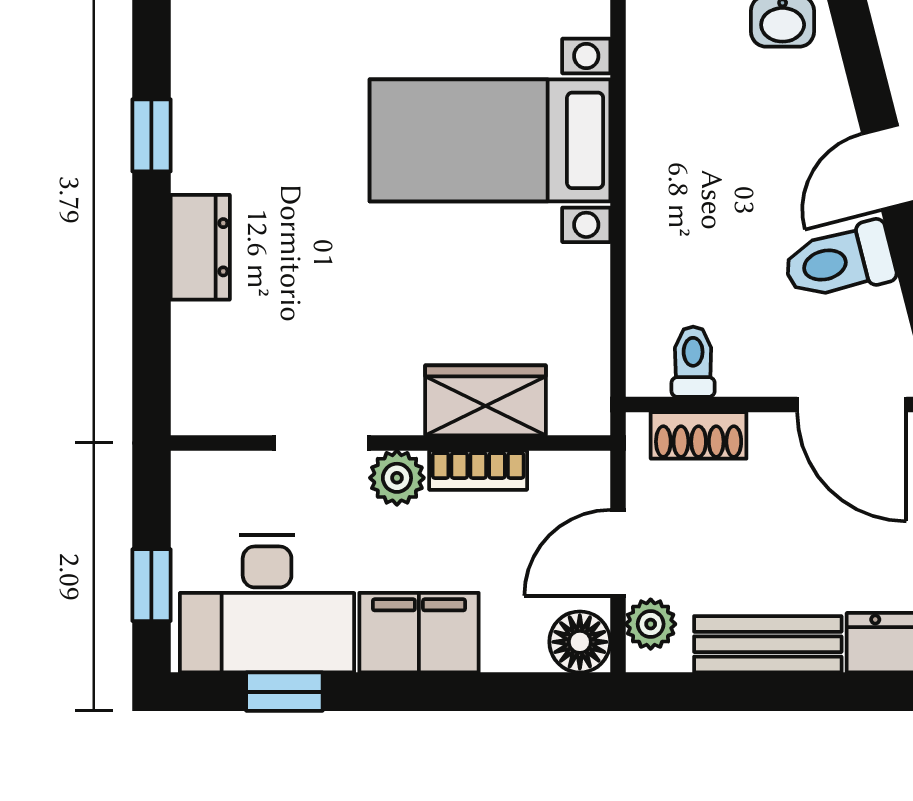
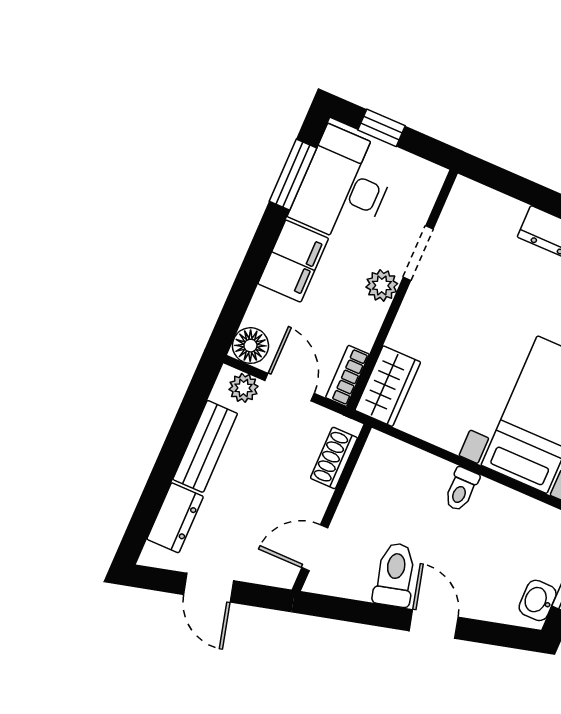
toilet: (693, 362) -> (461, 489), moved, turned 90
wardrobe: (486, 400) -> (388, 386), moved
door: (852, 405) -> (315, 548), width x0.73
bookcase: (478, 470) -> (347, 376), moved
window: (284, 692) -> (293, 175), width x1.50

